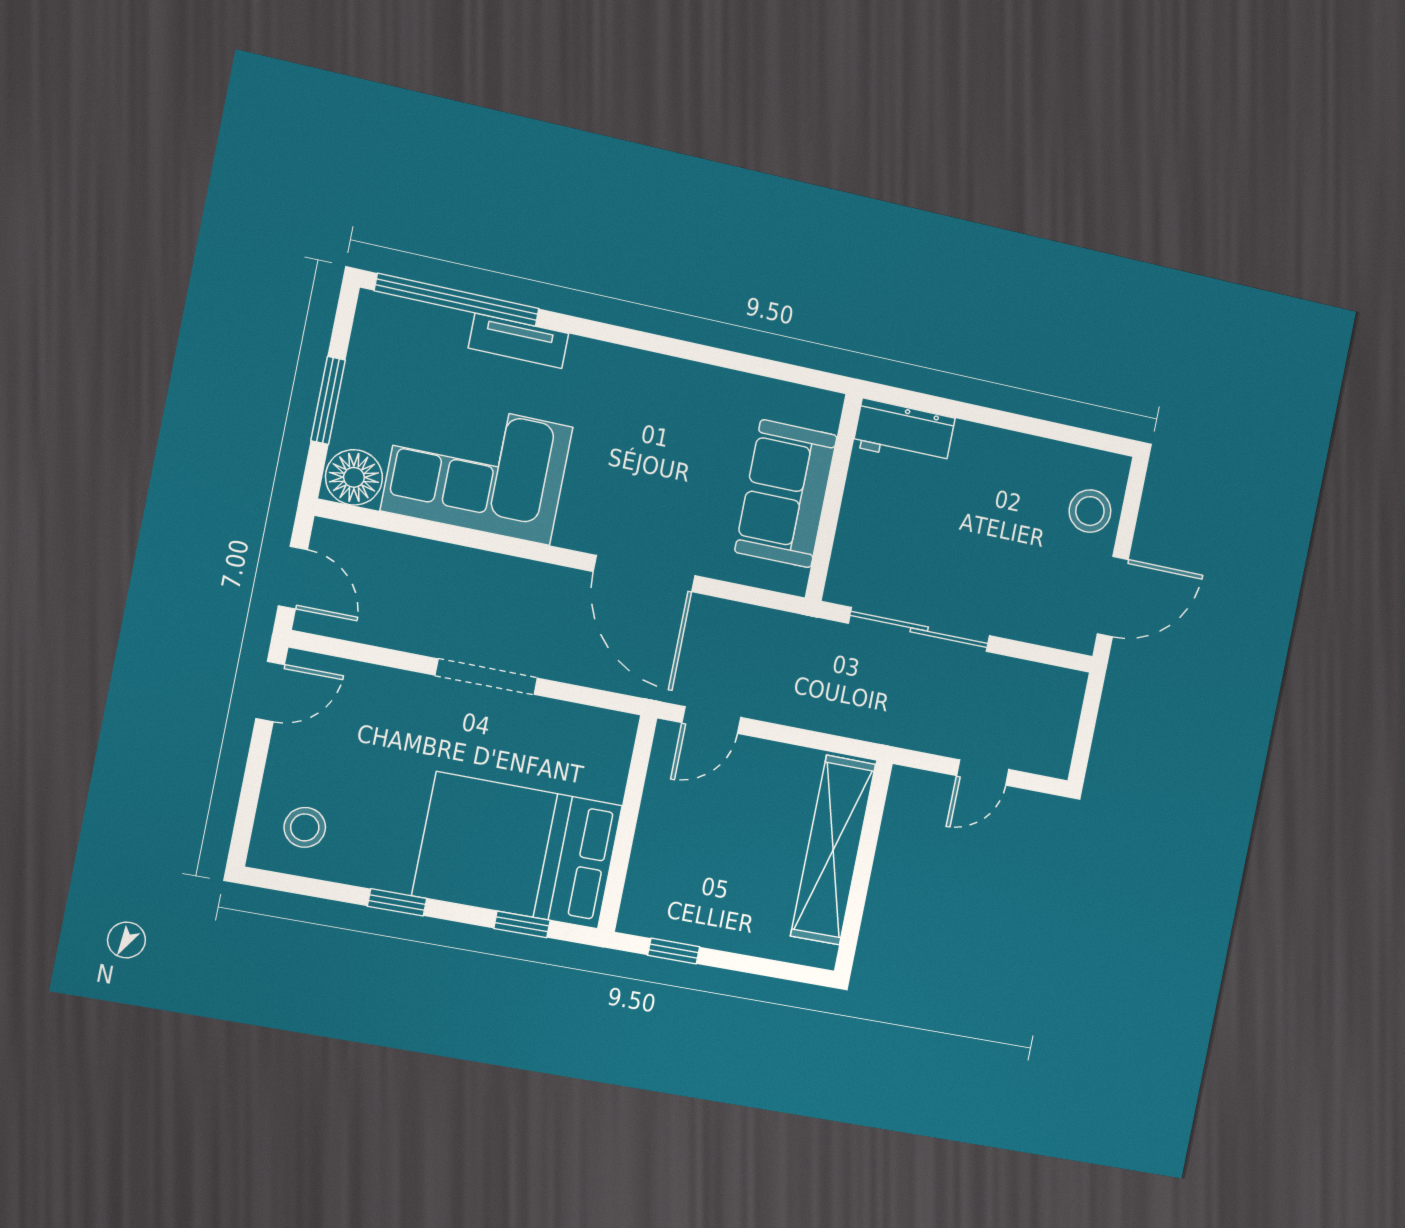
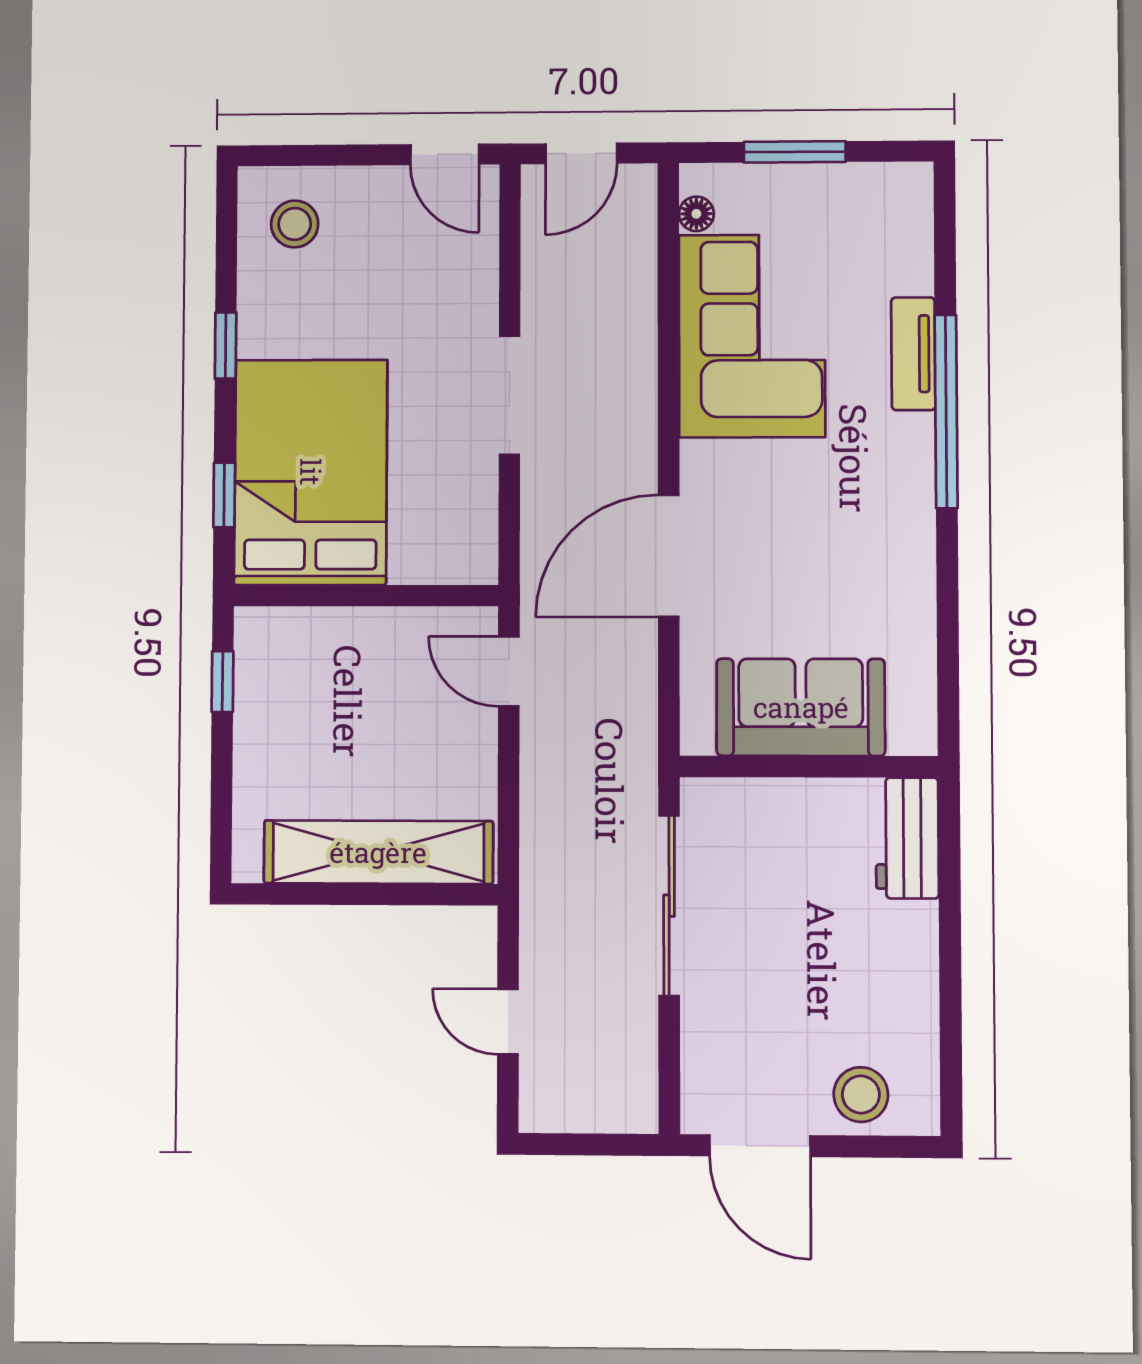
window: (457, 300) -> (946, 411), moved
floor lamp: (354, 477) -> (696, 214), width x0.53, depth x0.53

